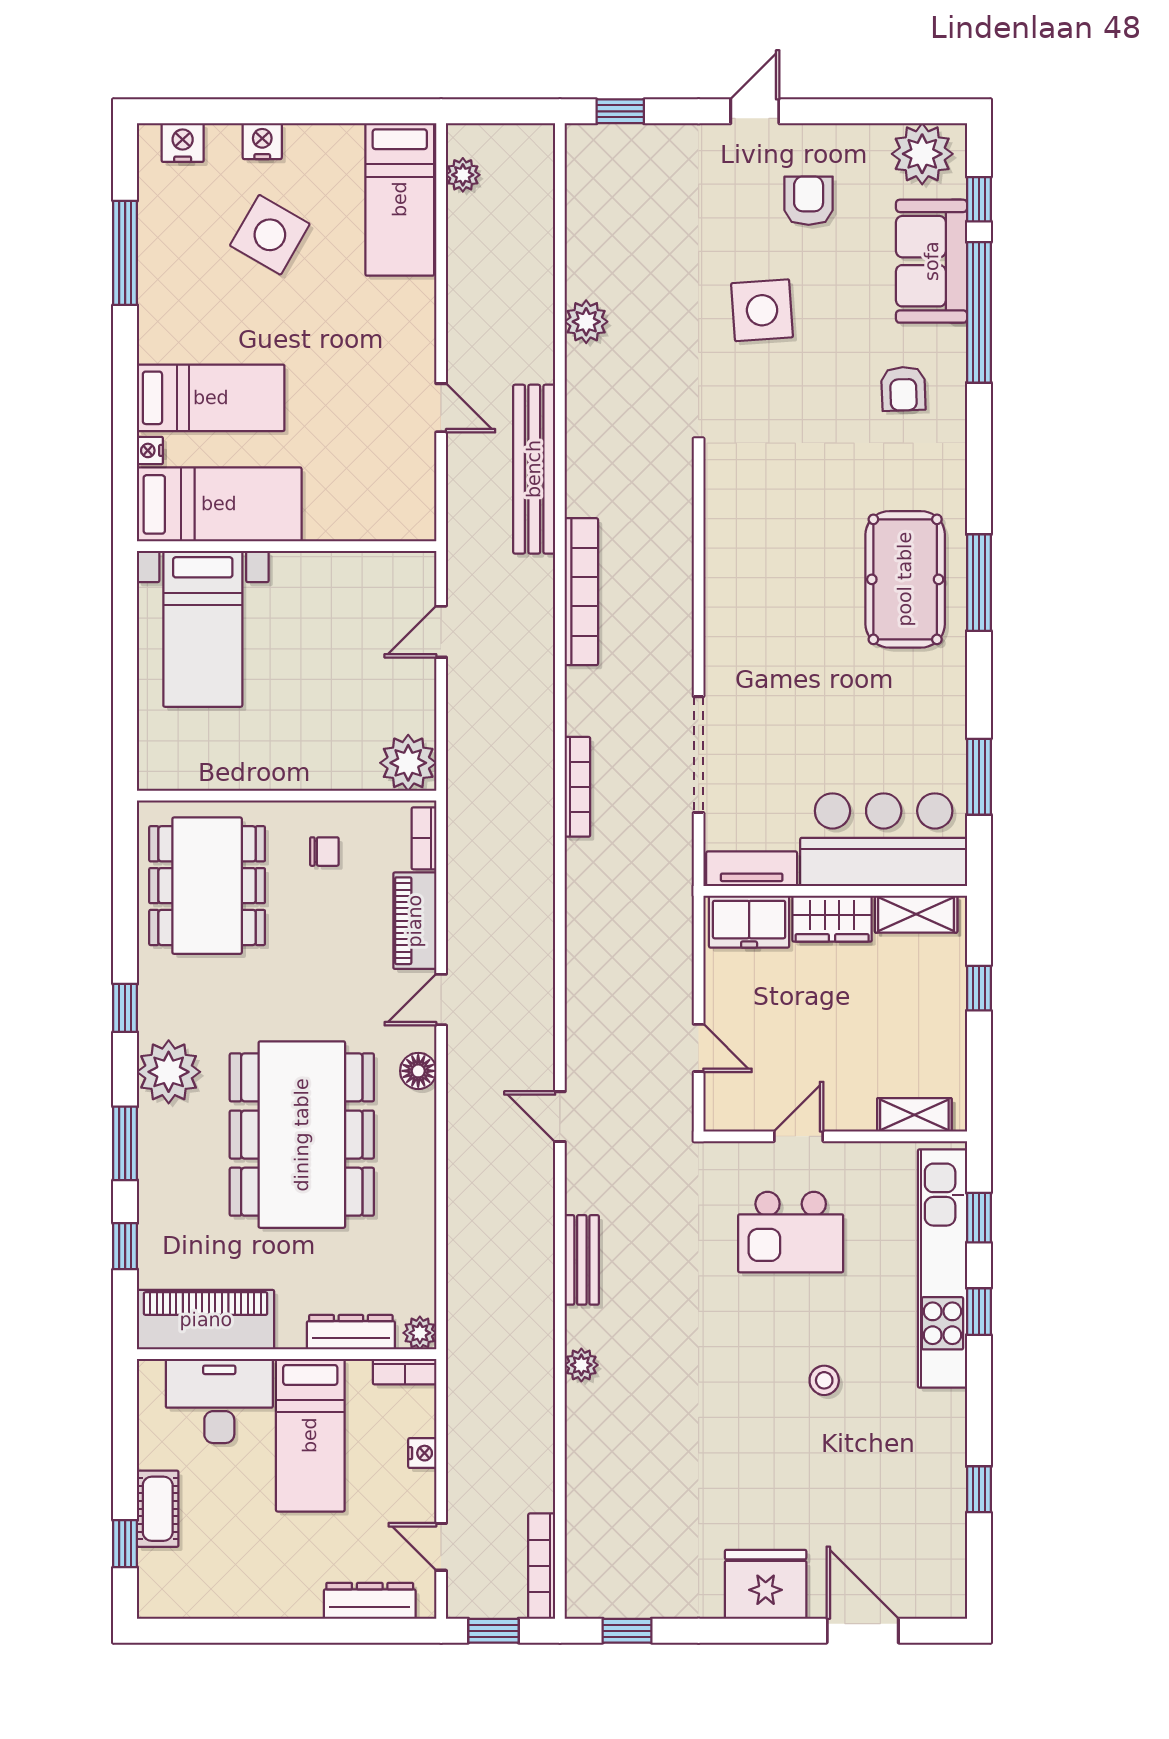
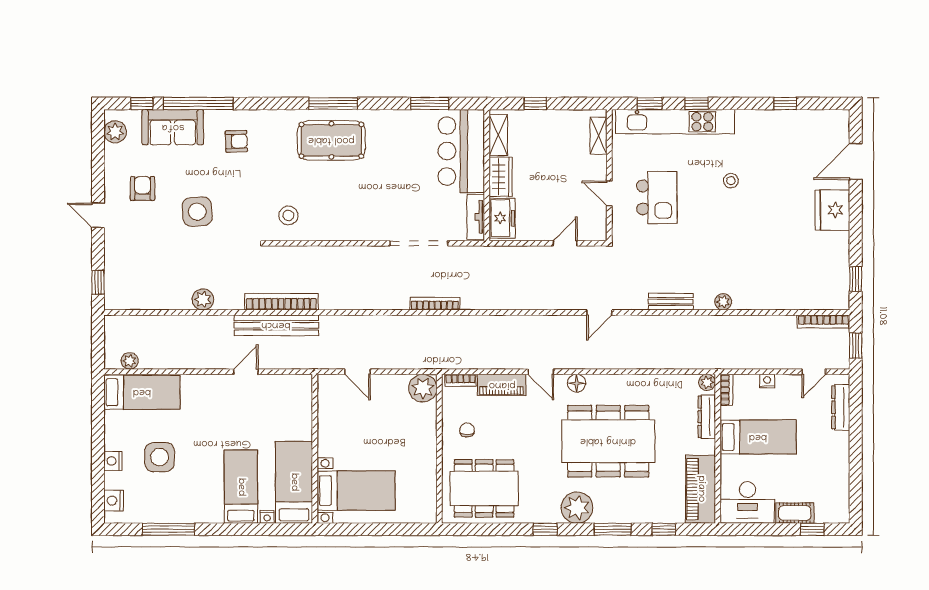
plant: (922, 154) -> (115, 132), width x0.73, depth x0.73
armchair: (809, 201) -> (143, 188), turned 90
side table: (270, 235) -> (160, 457), turned -30
stool: (755, 493) -> (288, 215), added
bookcase: (581, 592) -> (281, 302), moved
desk: (219, 1401) -> (748, 502), moved, turned -90

